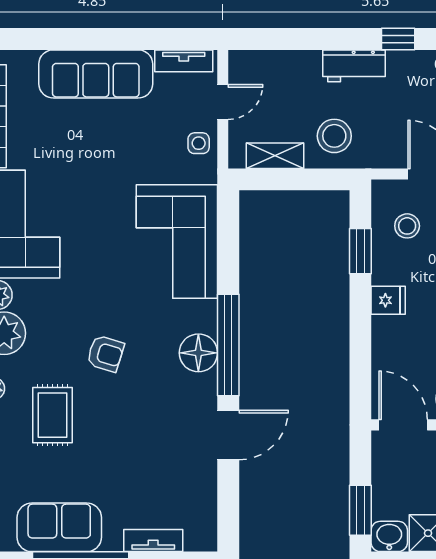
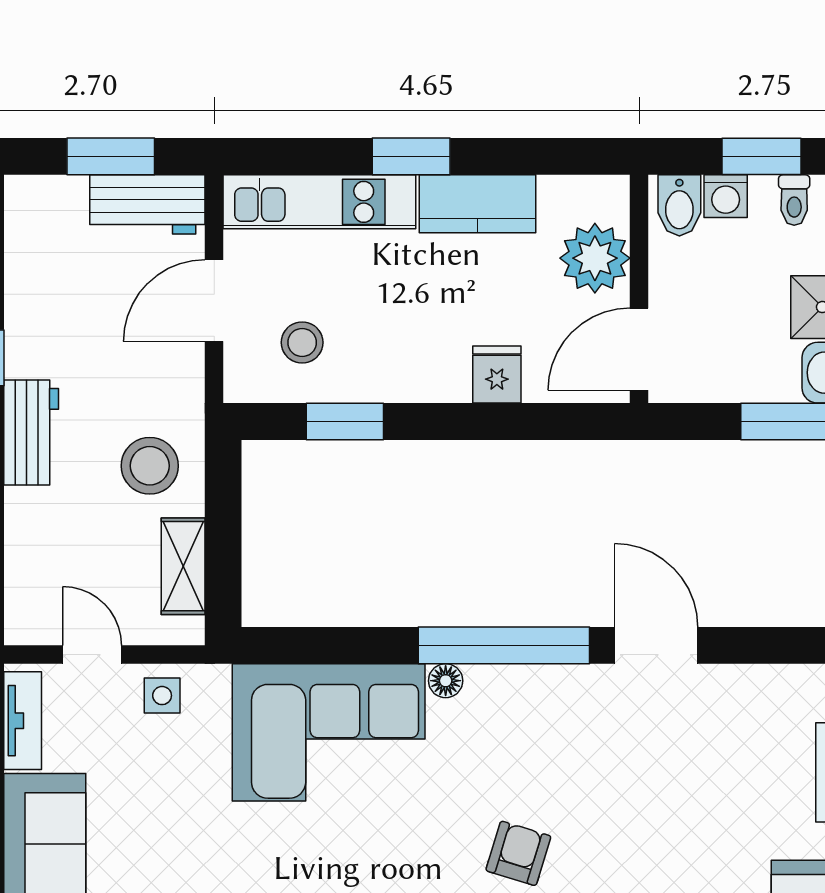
fridge: (388, 300) -> (497, 375), moved
floor lamp: (198, 353) -> (446, 681), moved, width x0.53, depth x0.53

